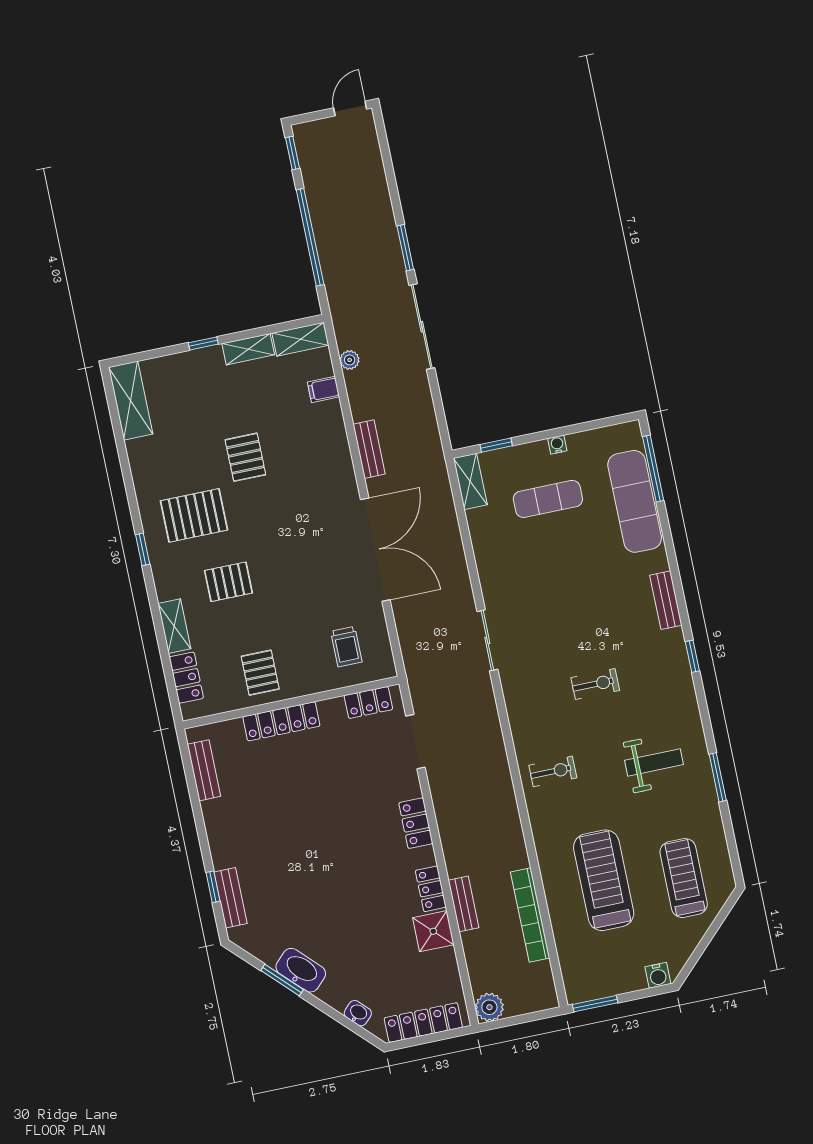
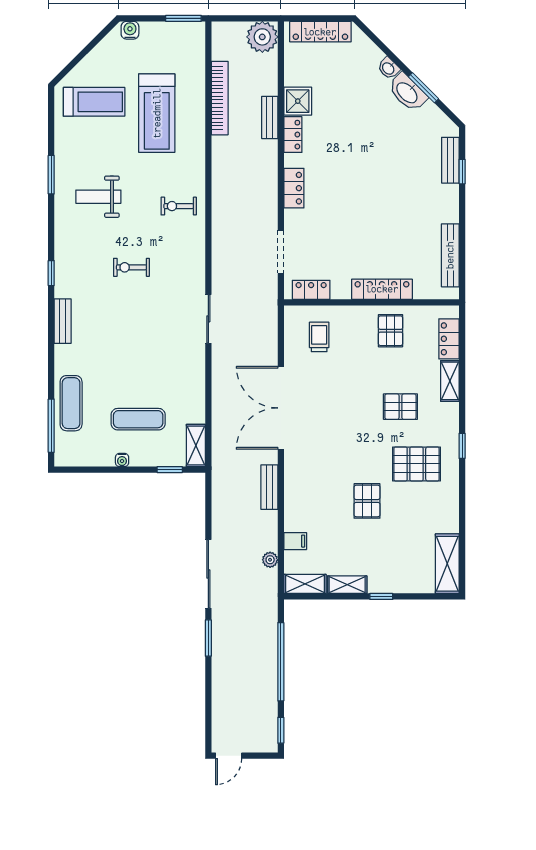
exercise mat: (635, 501) -> (71, 403), width x0.73, depth x0.69
bench: (204, 770) -> (450, 255), width x1.36
treadmill: (684, 878) -> (94, 102), turned -90
plant: (489, 1007) -> (262, 37), width x1.36, depth x1.36
washbasin: (358, 1013) -> (388, 68), moved

